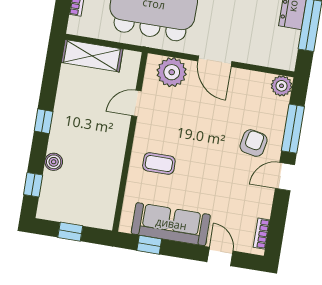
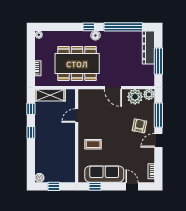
plant: (172, 72) -> (135, 97), moved
boiler: (54, 162) -> (39, 178), moved
window: (33, 185) -> (31, 109), moved

